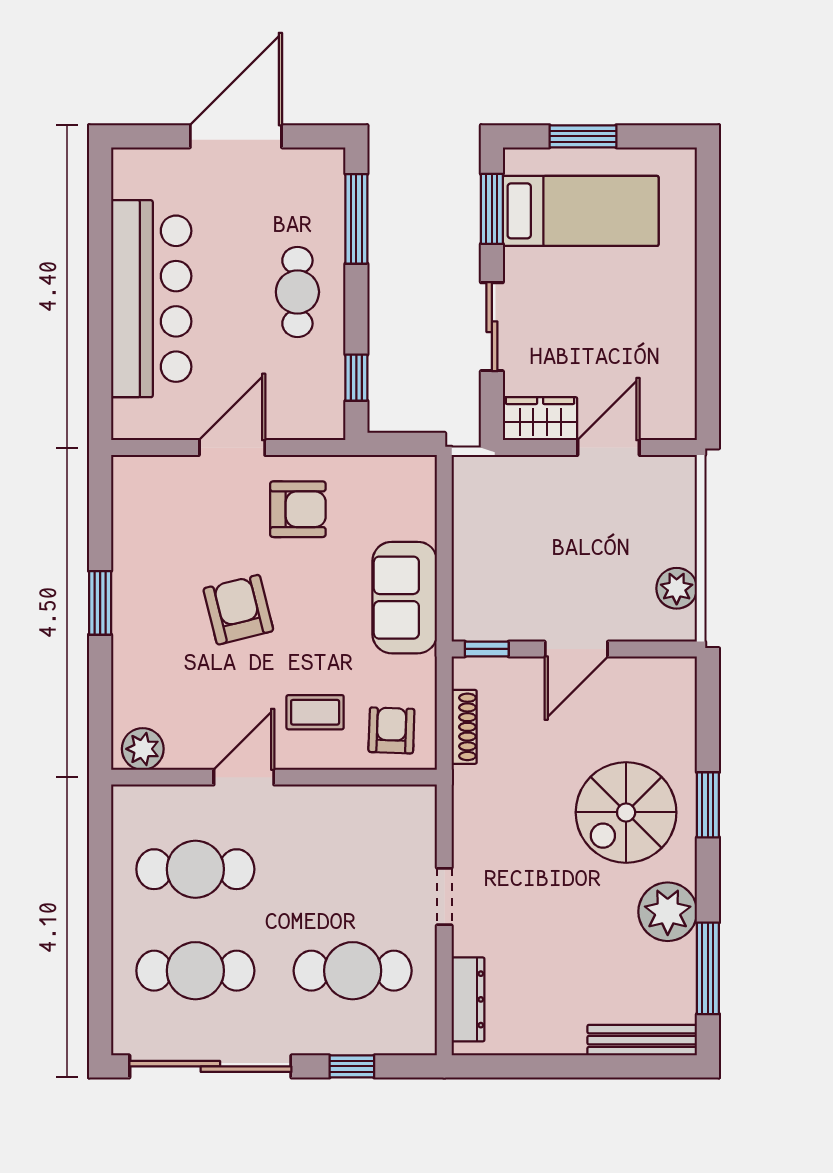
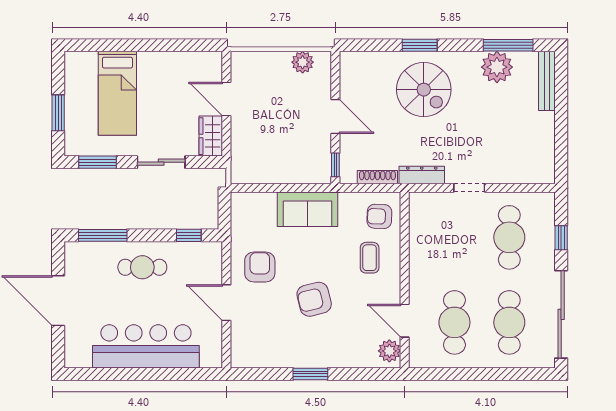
bed: (581, 211) -> (117, 93), moved, turned 180
door: (244, 777) -> (405, 321), moved
plant: (668, 912) -> (497, 67), moved
dresser: (468, 999) -> (422, 175), moved

